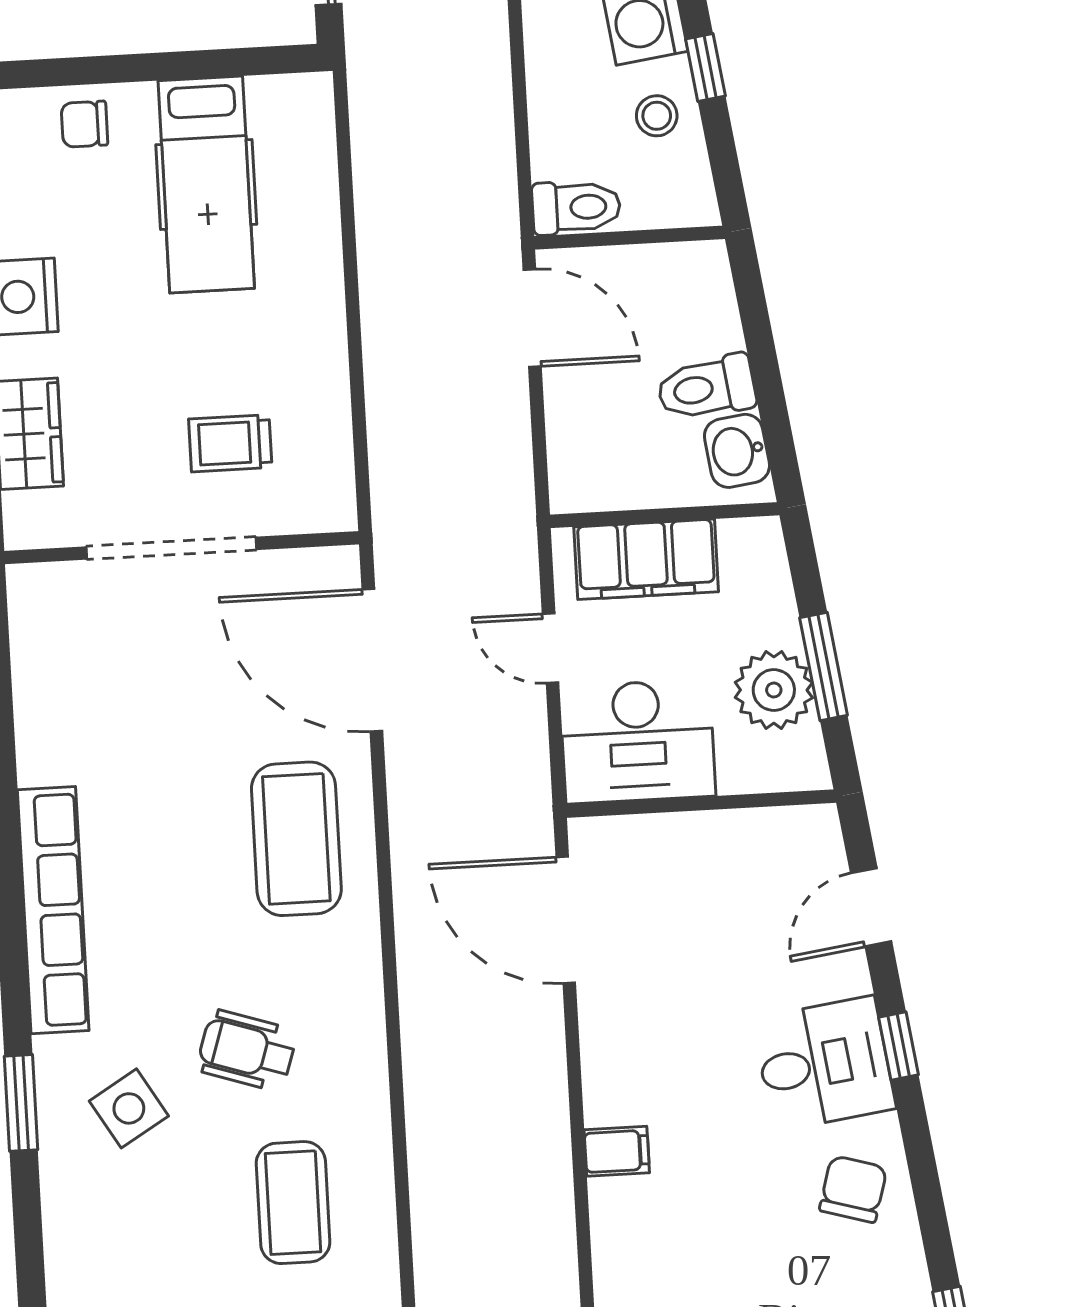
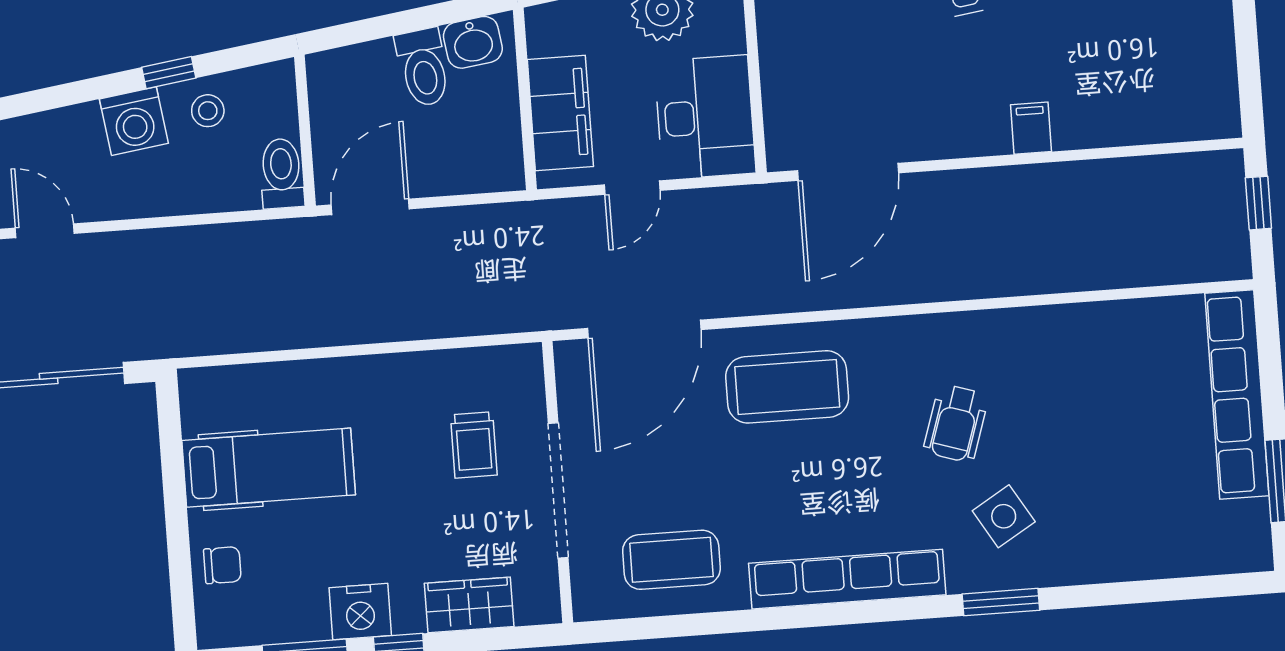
chair: (84, 124) -> (222, 565), turned -90
coffee table: (293, 1203) -> (671, 560), moved

